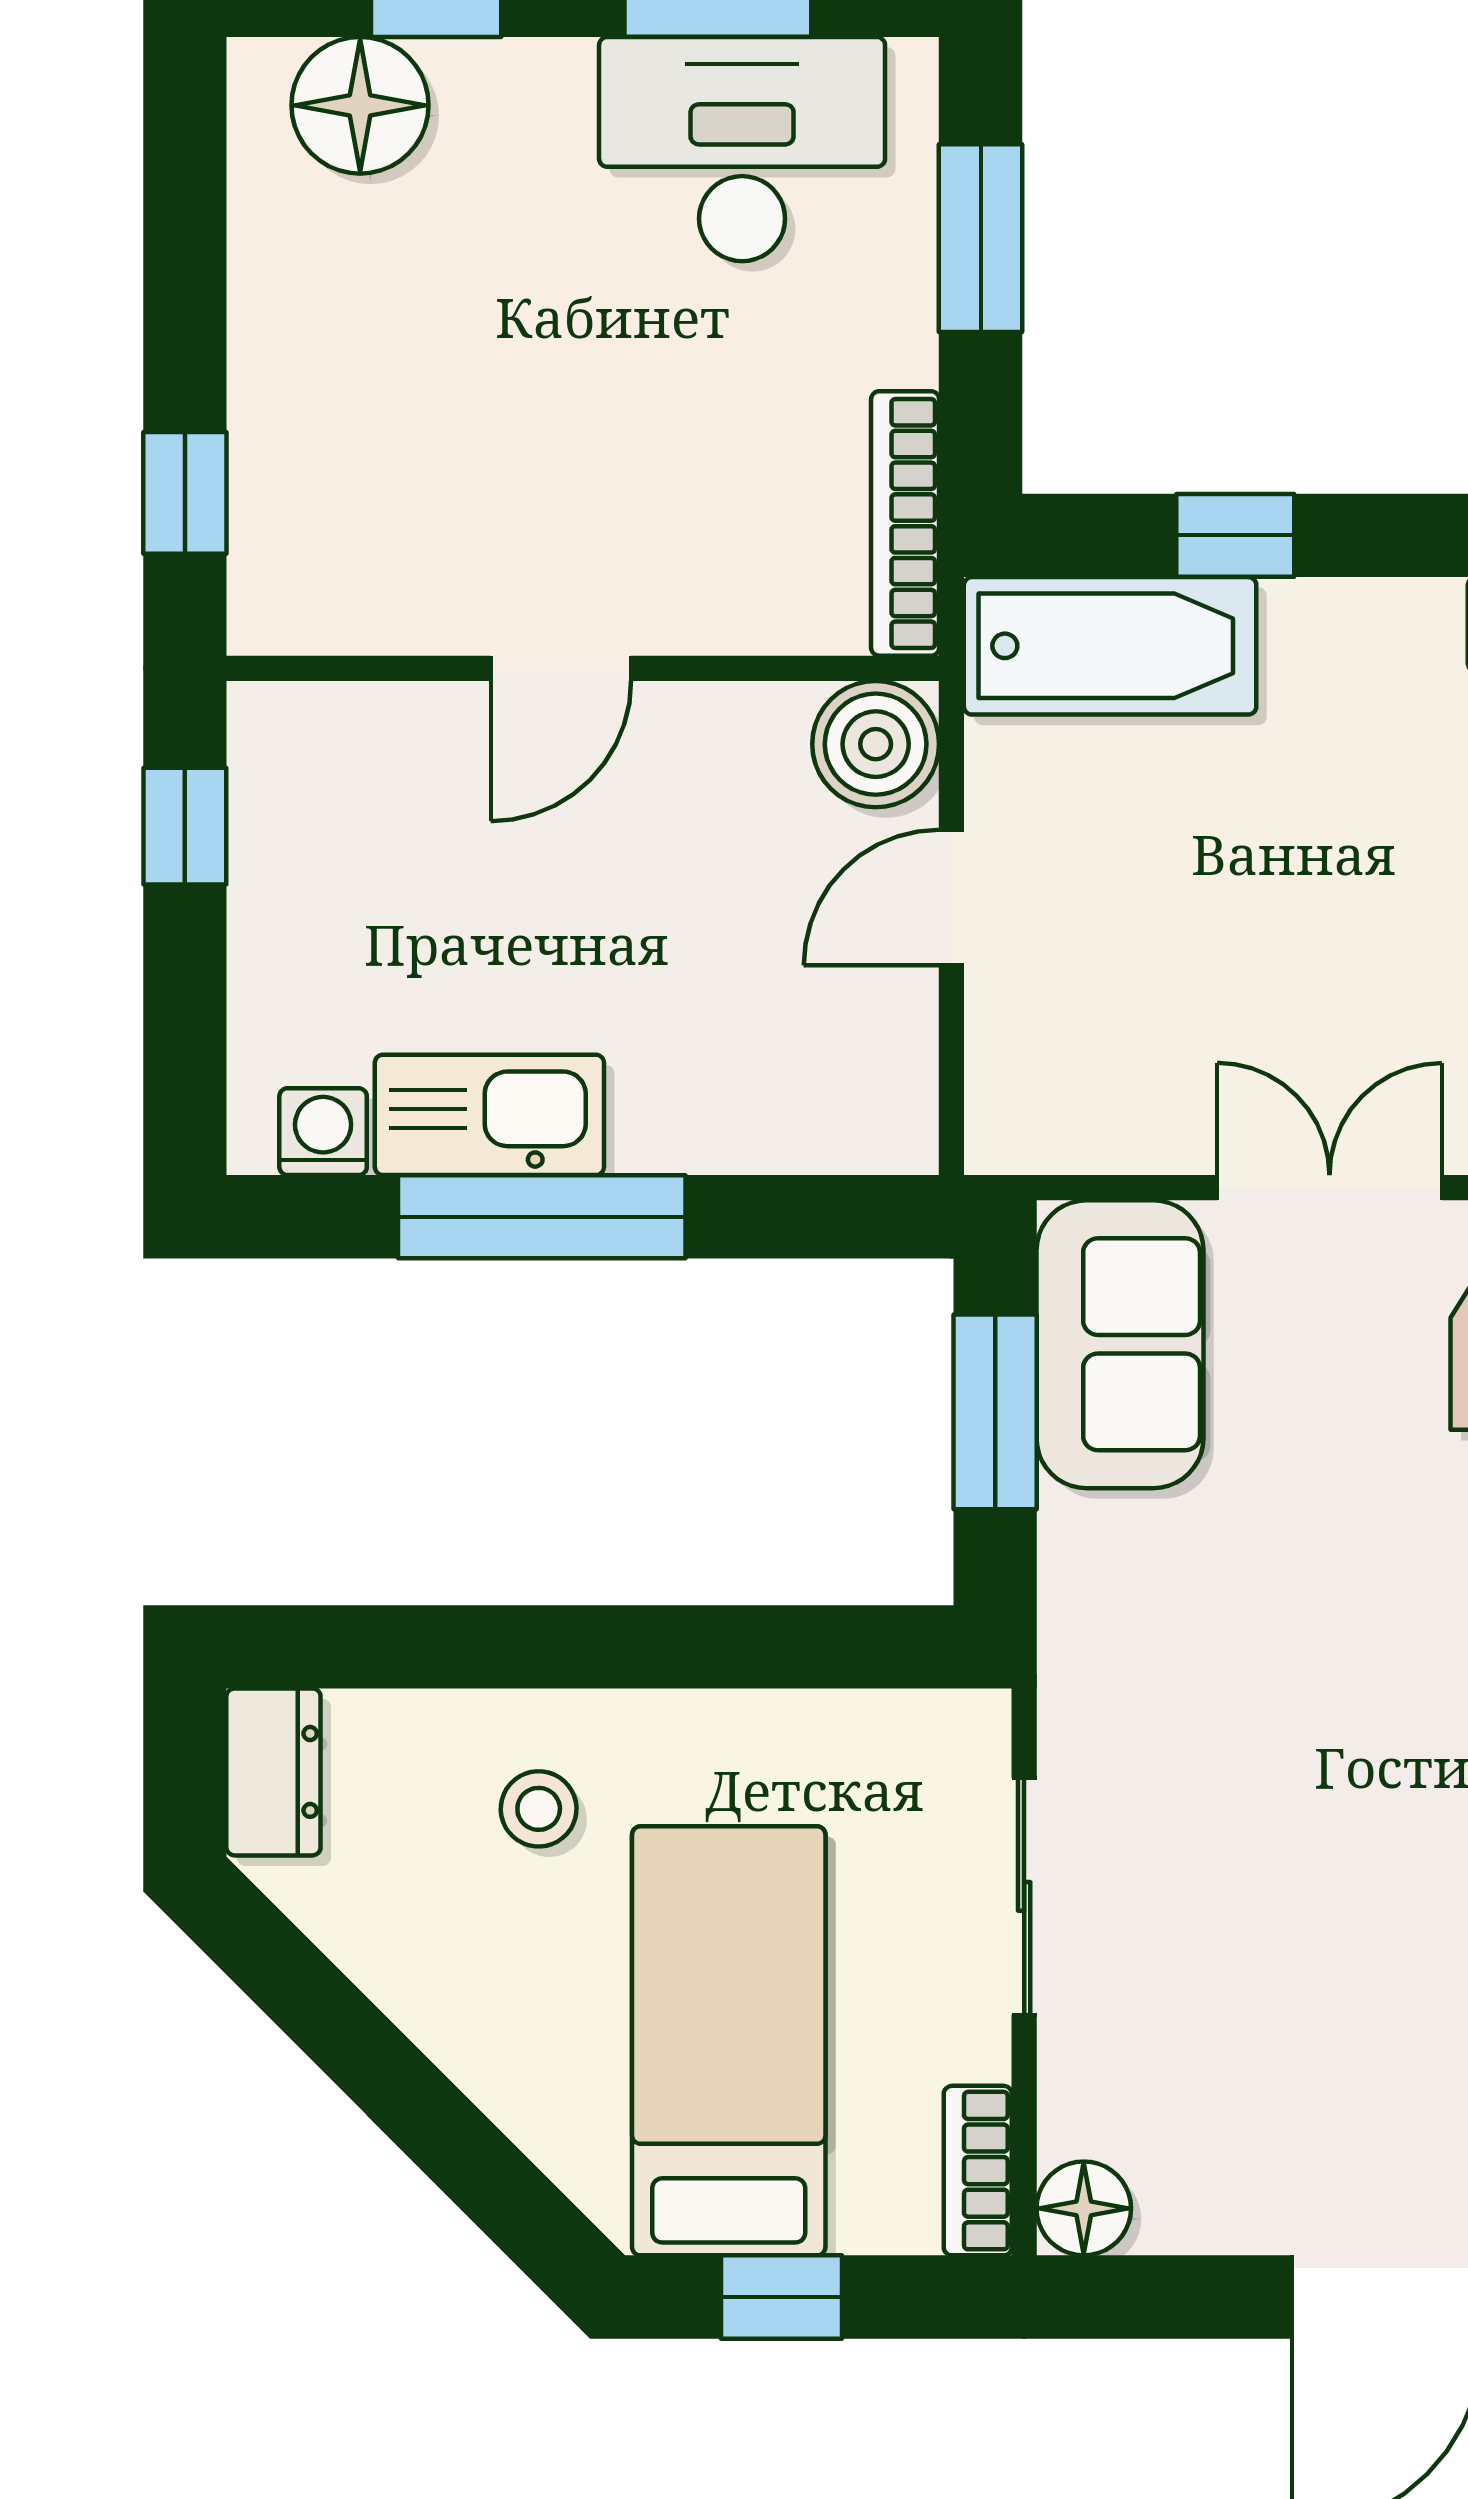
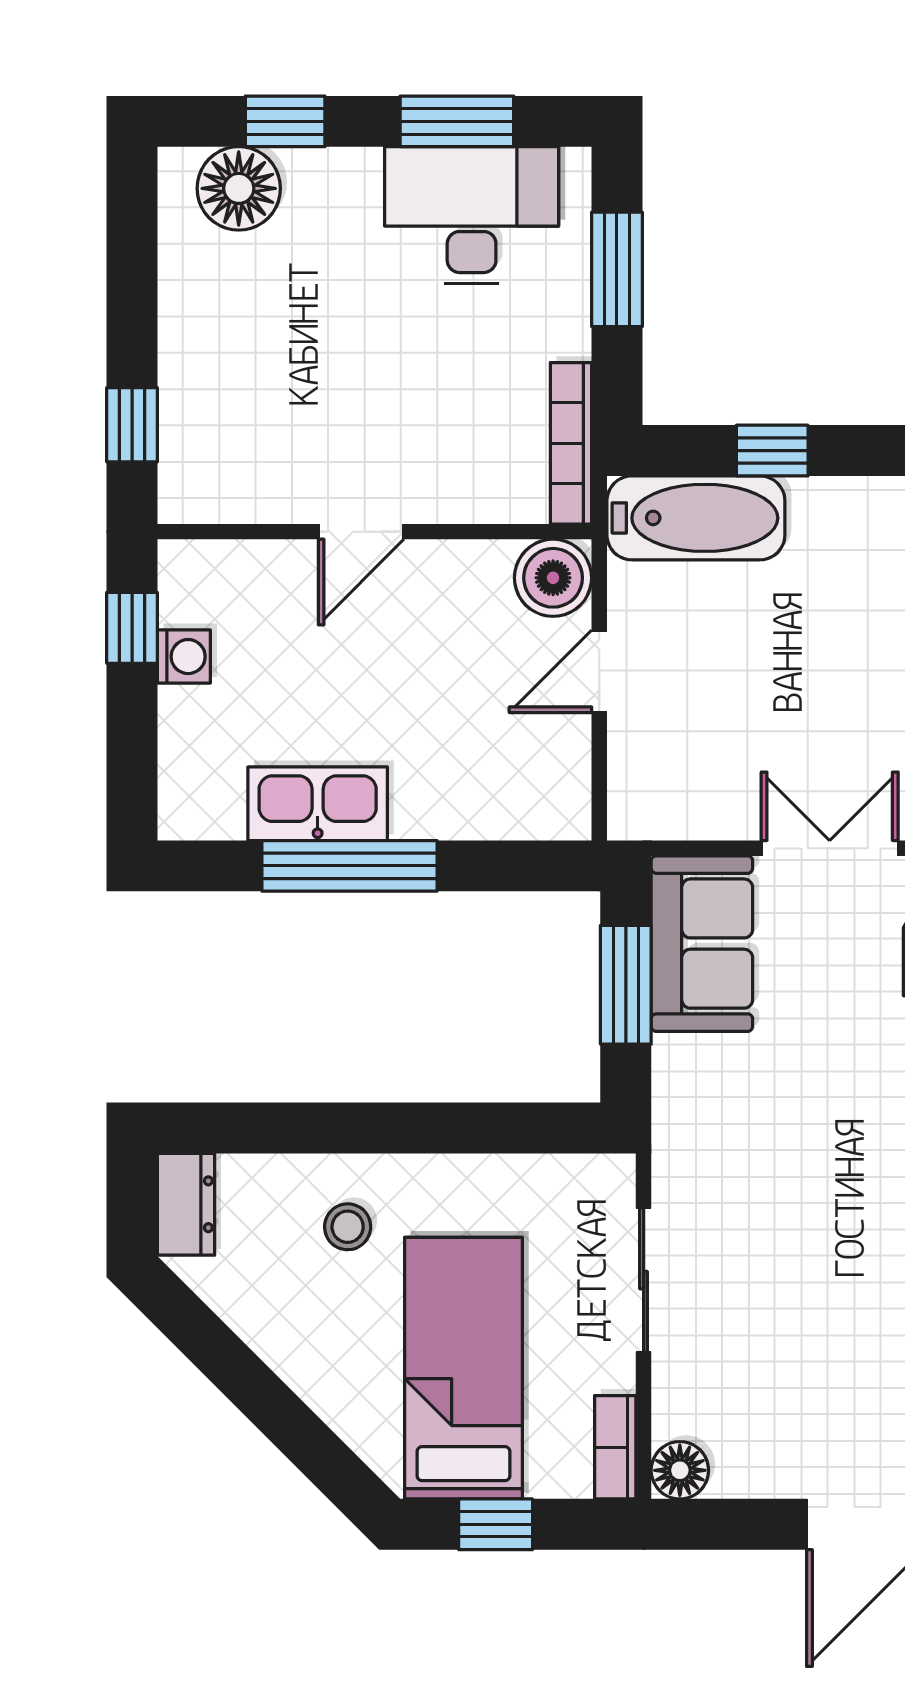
washing machine: (323, 1132) -> (184, 657), moved, turned 90

